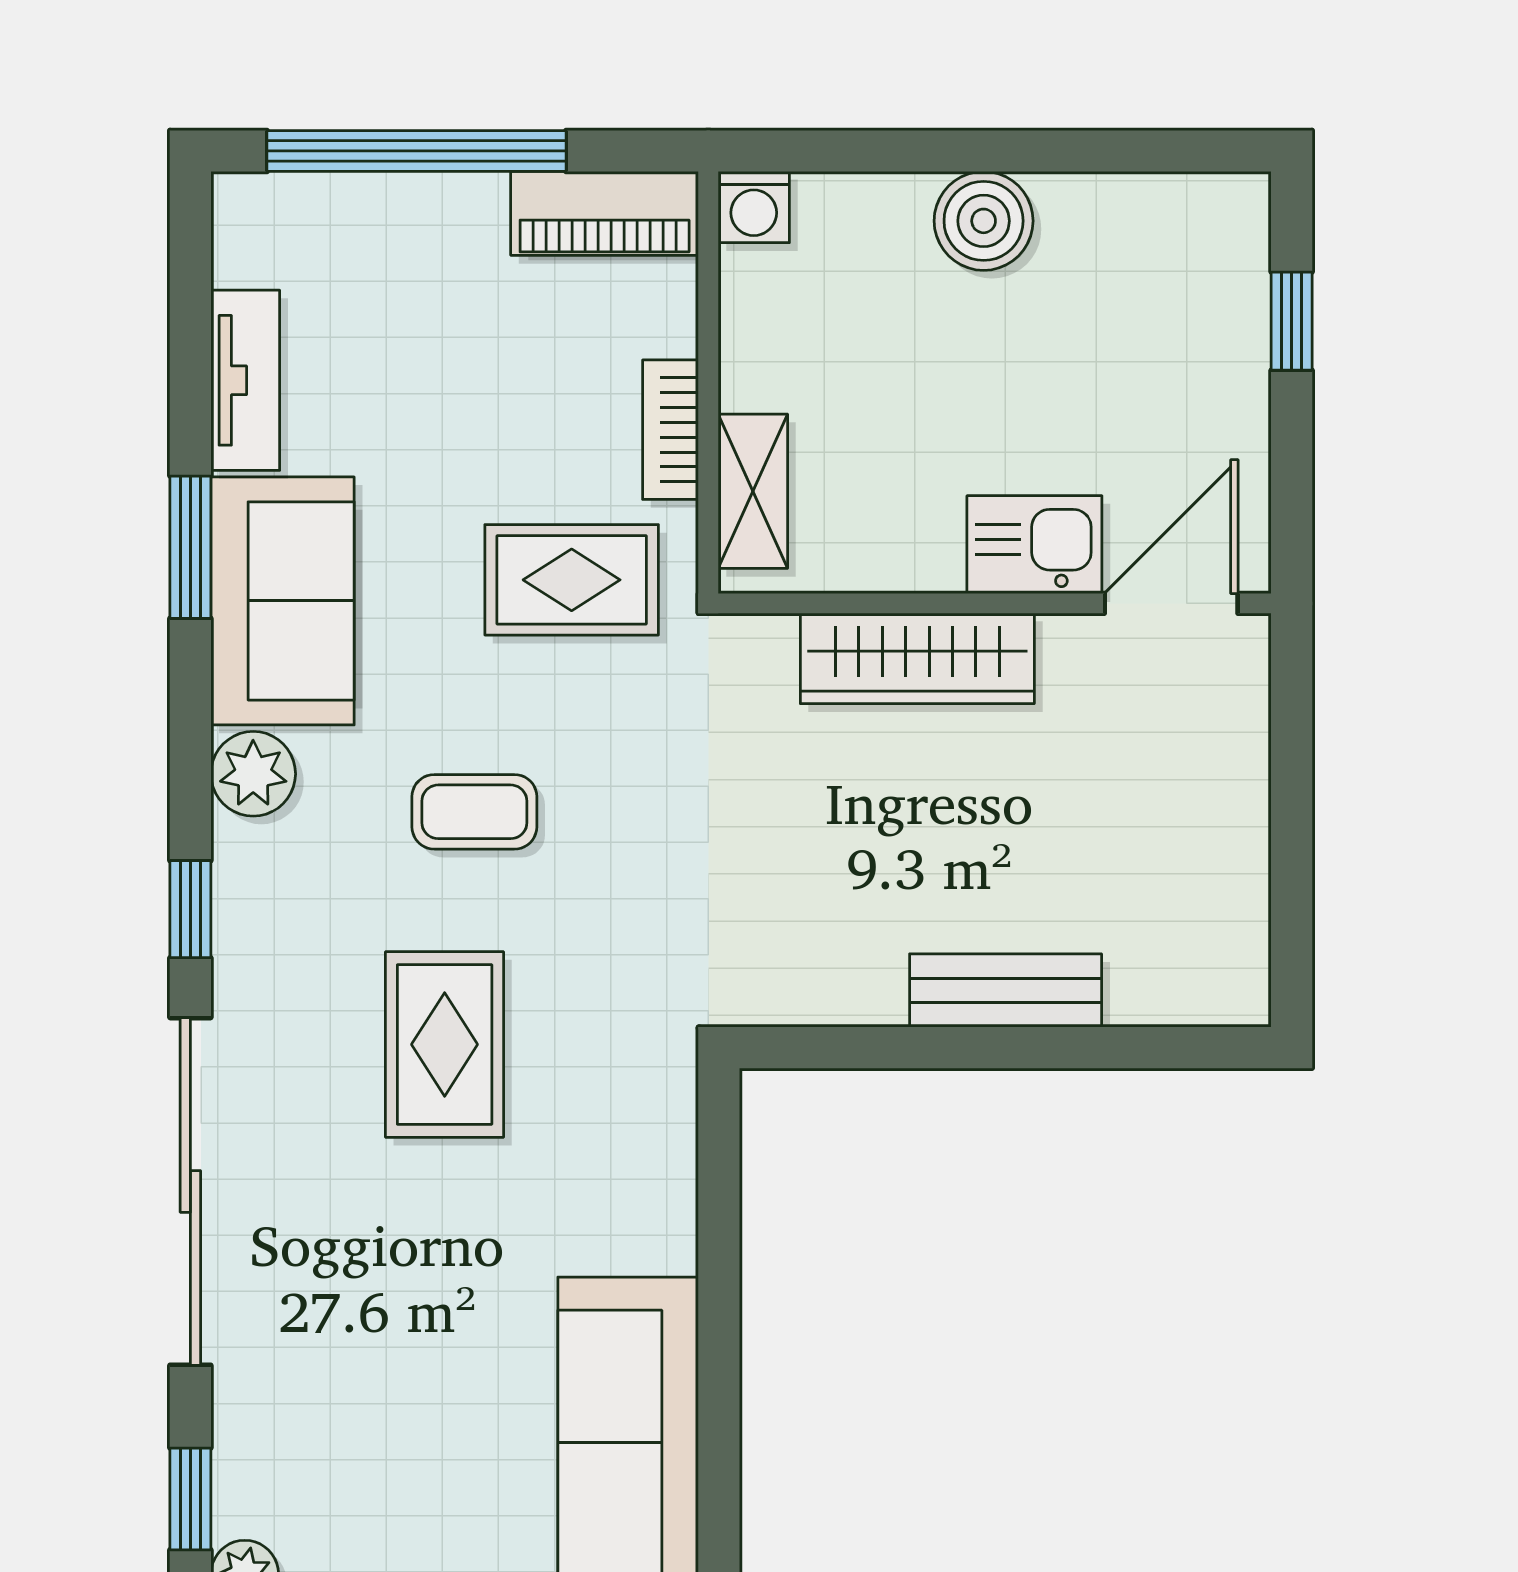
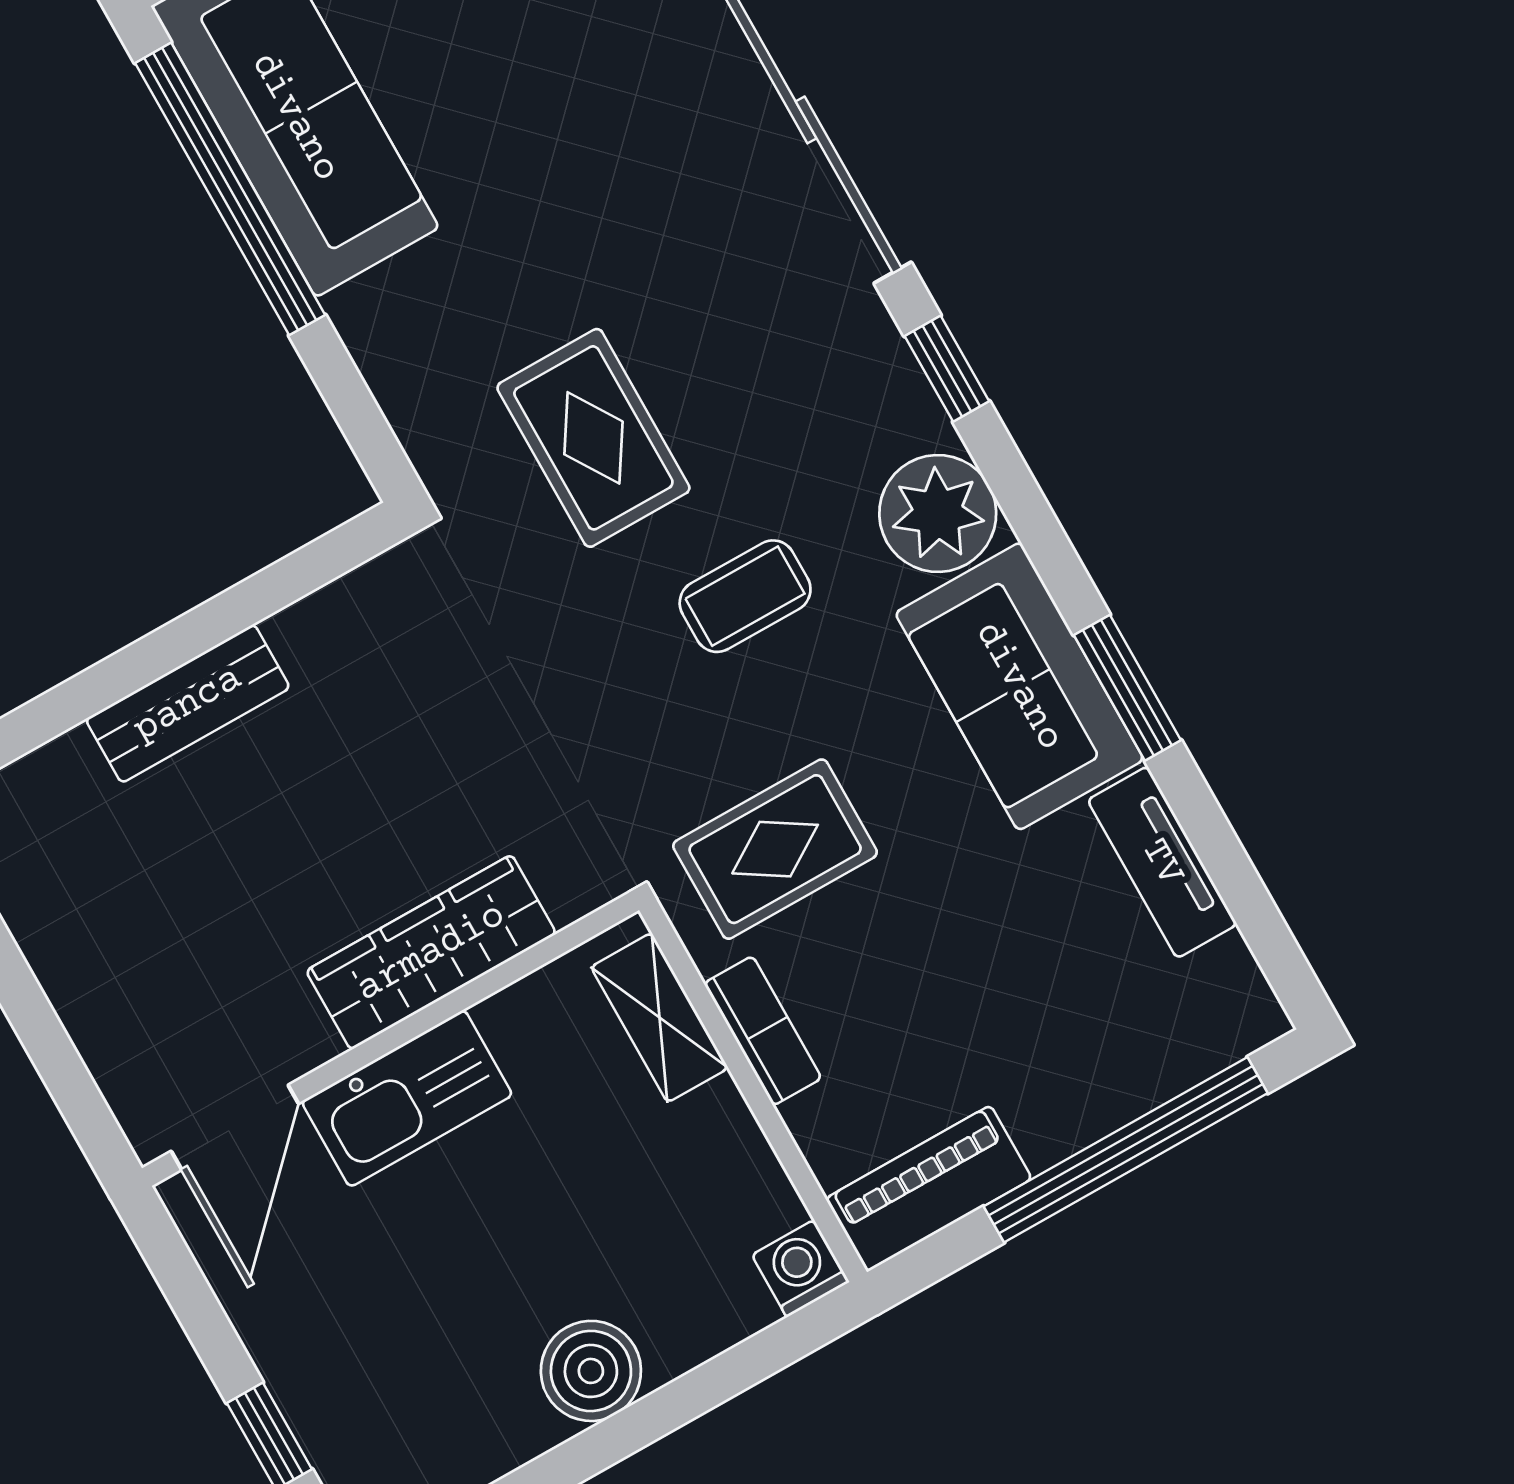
kitchen sink: (1034, 545) -> (407, 1098), width x1.38
plant: (253, 774) -> (938, 513), width x1.36, depth x1.36
rug: (445, 1044) -> (593, 438), moved
window: (719, 1412) -> (230, 189), added

